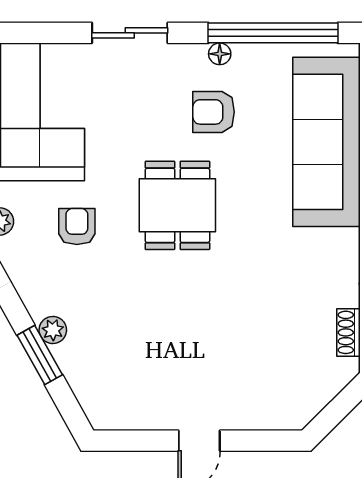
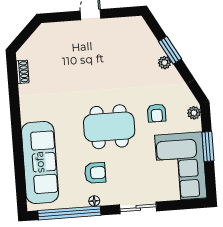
dining table: (177, 205) -> (109, 127), width x1.38

